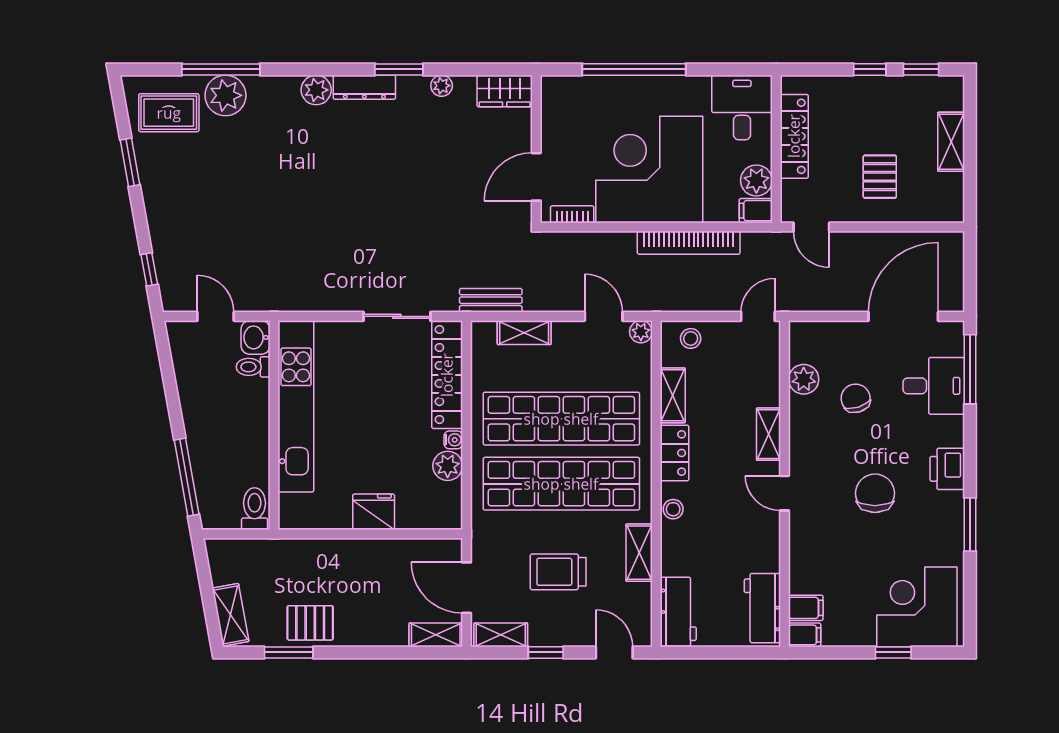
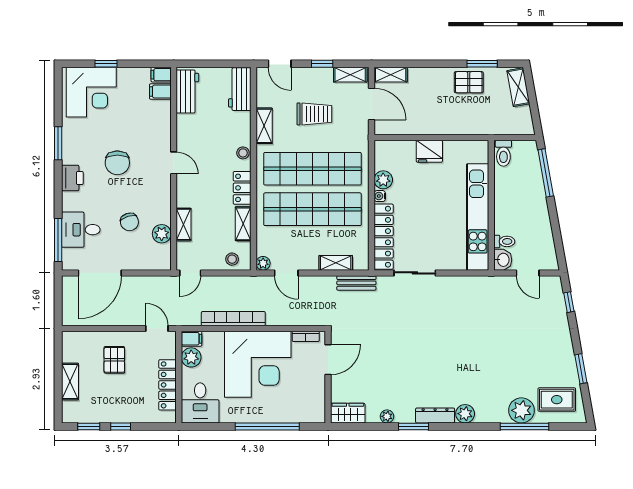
shelving: (769, 434) -> (184, 224), moved

